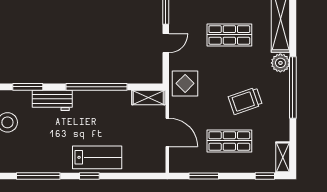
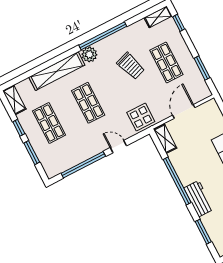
workbench: (52, 100) -> (199, 199), moved

